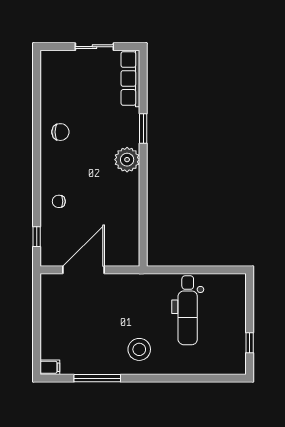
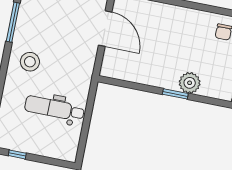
window: (143, 129) -> (175, 94), moved
chair: (59, 201) -> (166, 19), removed

